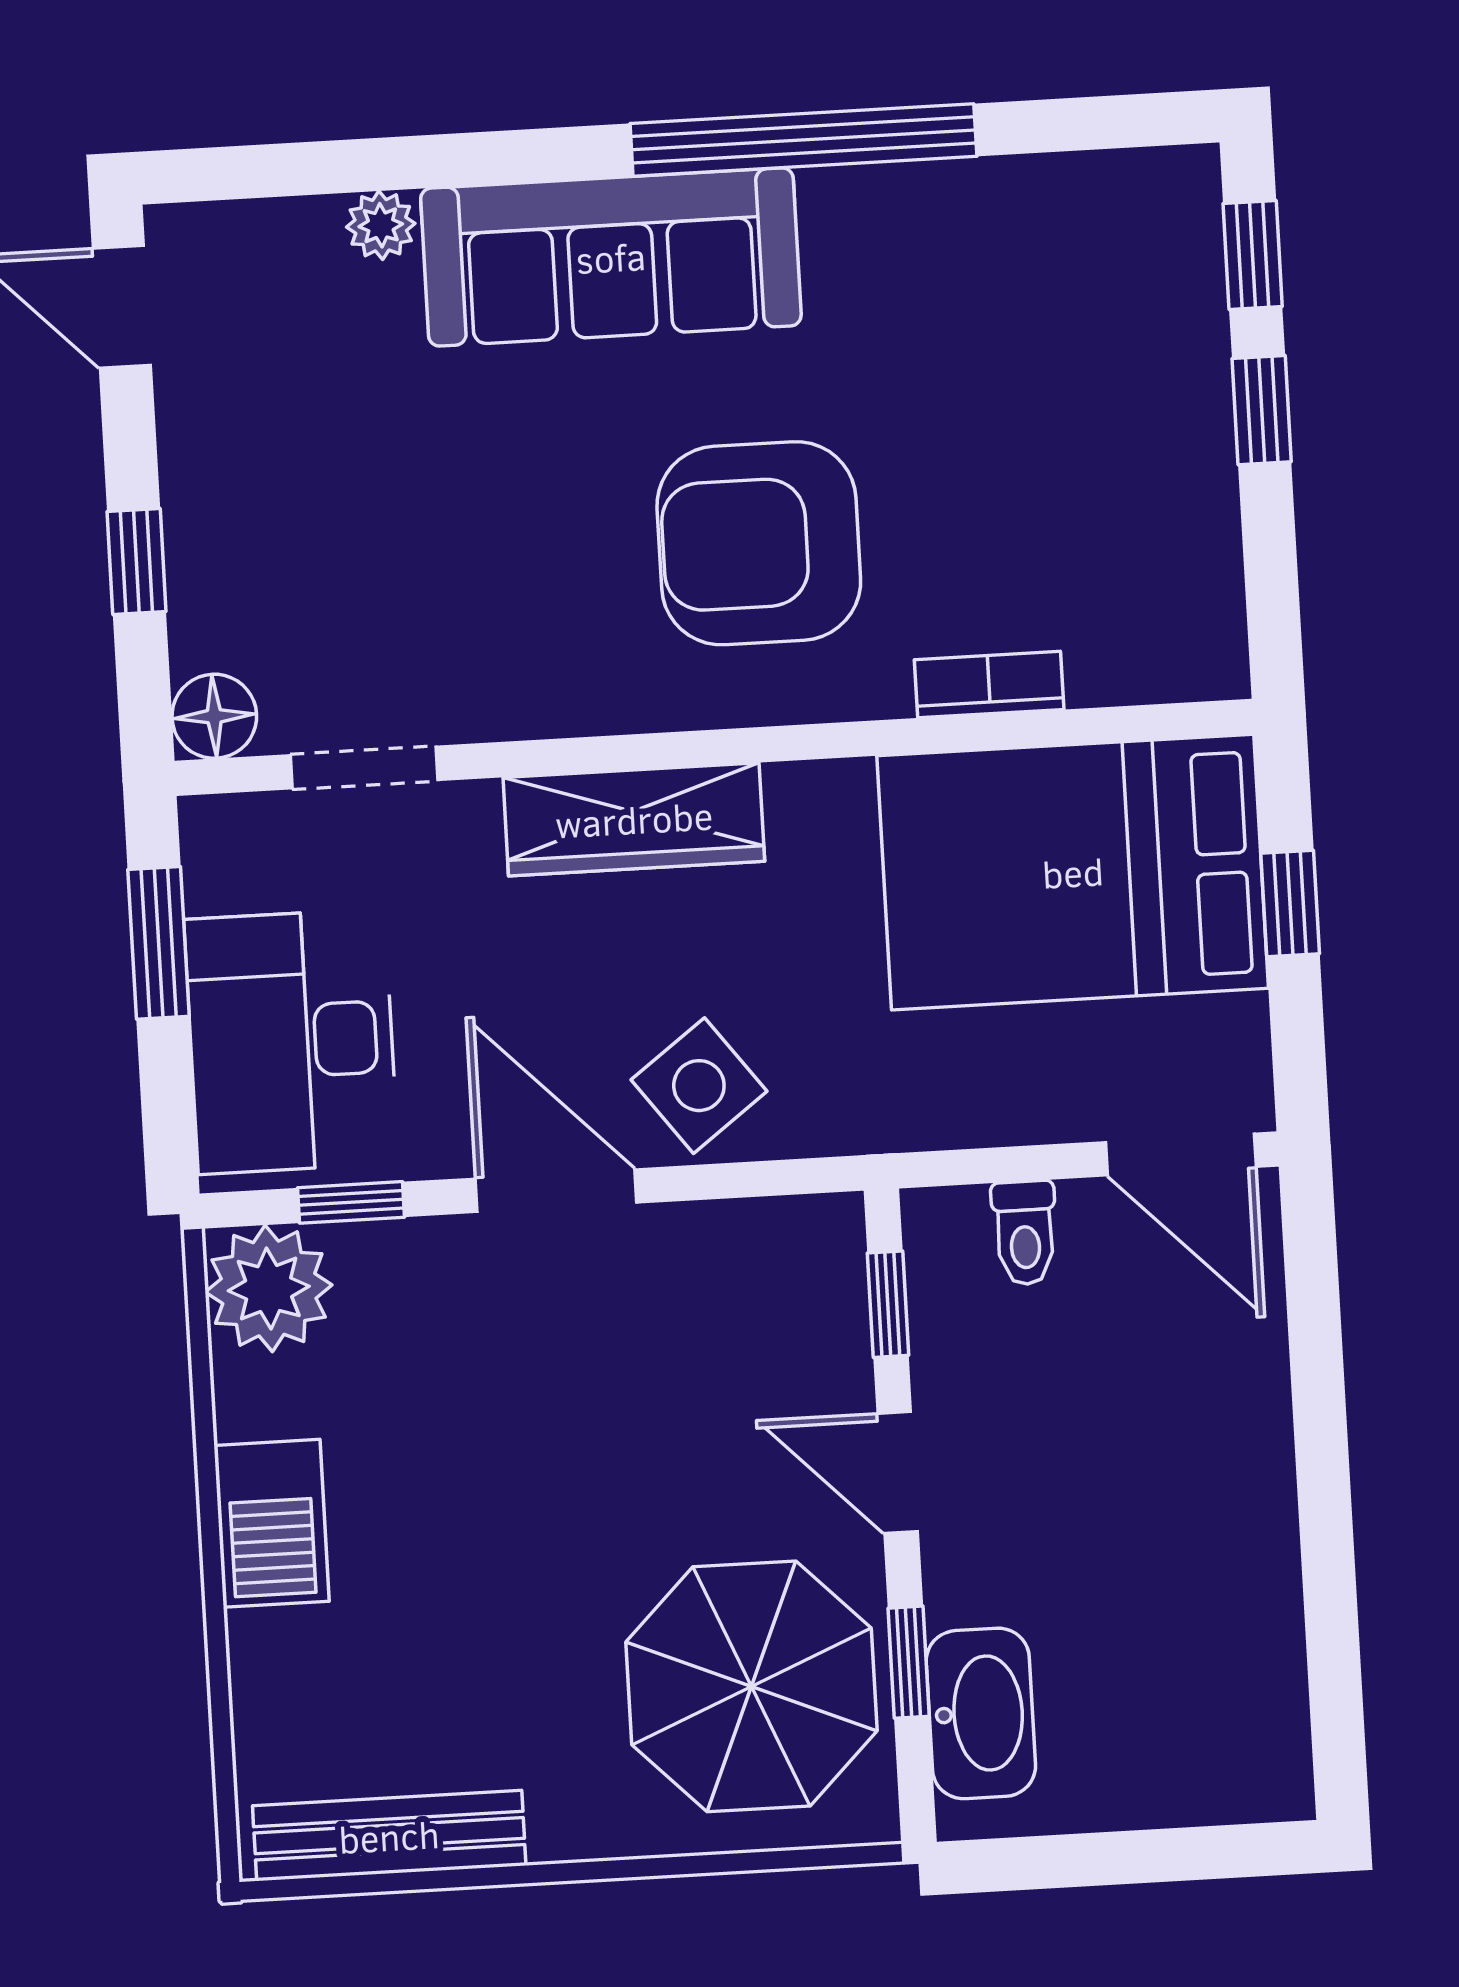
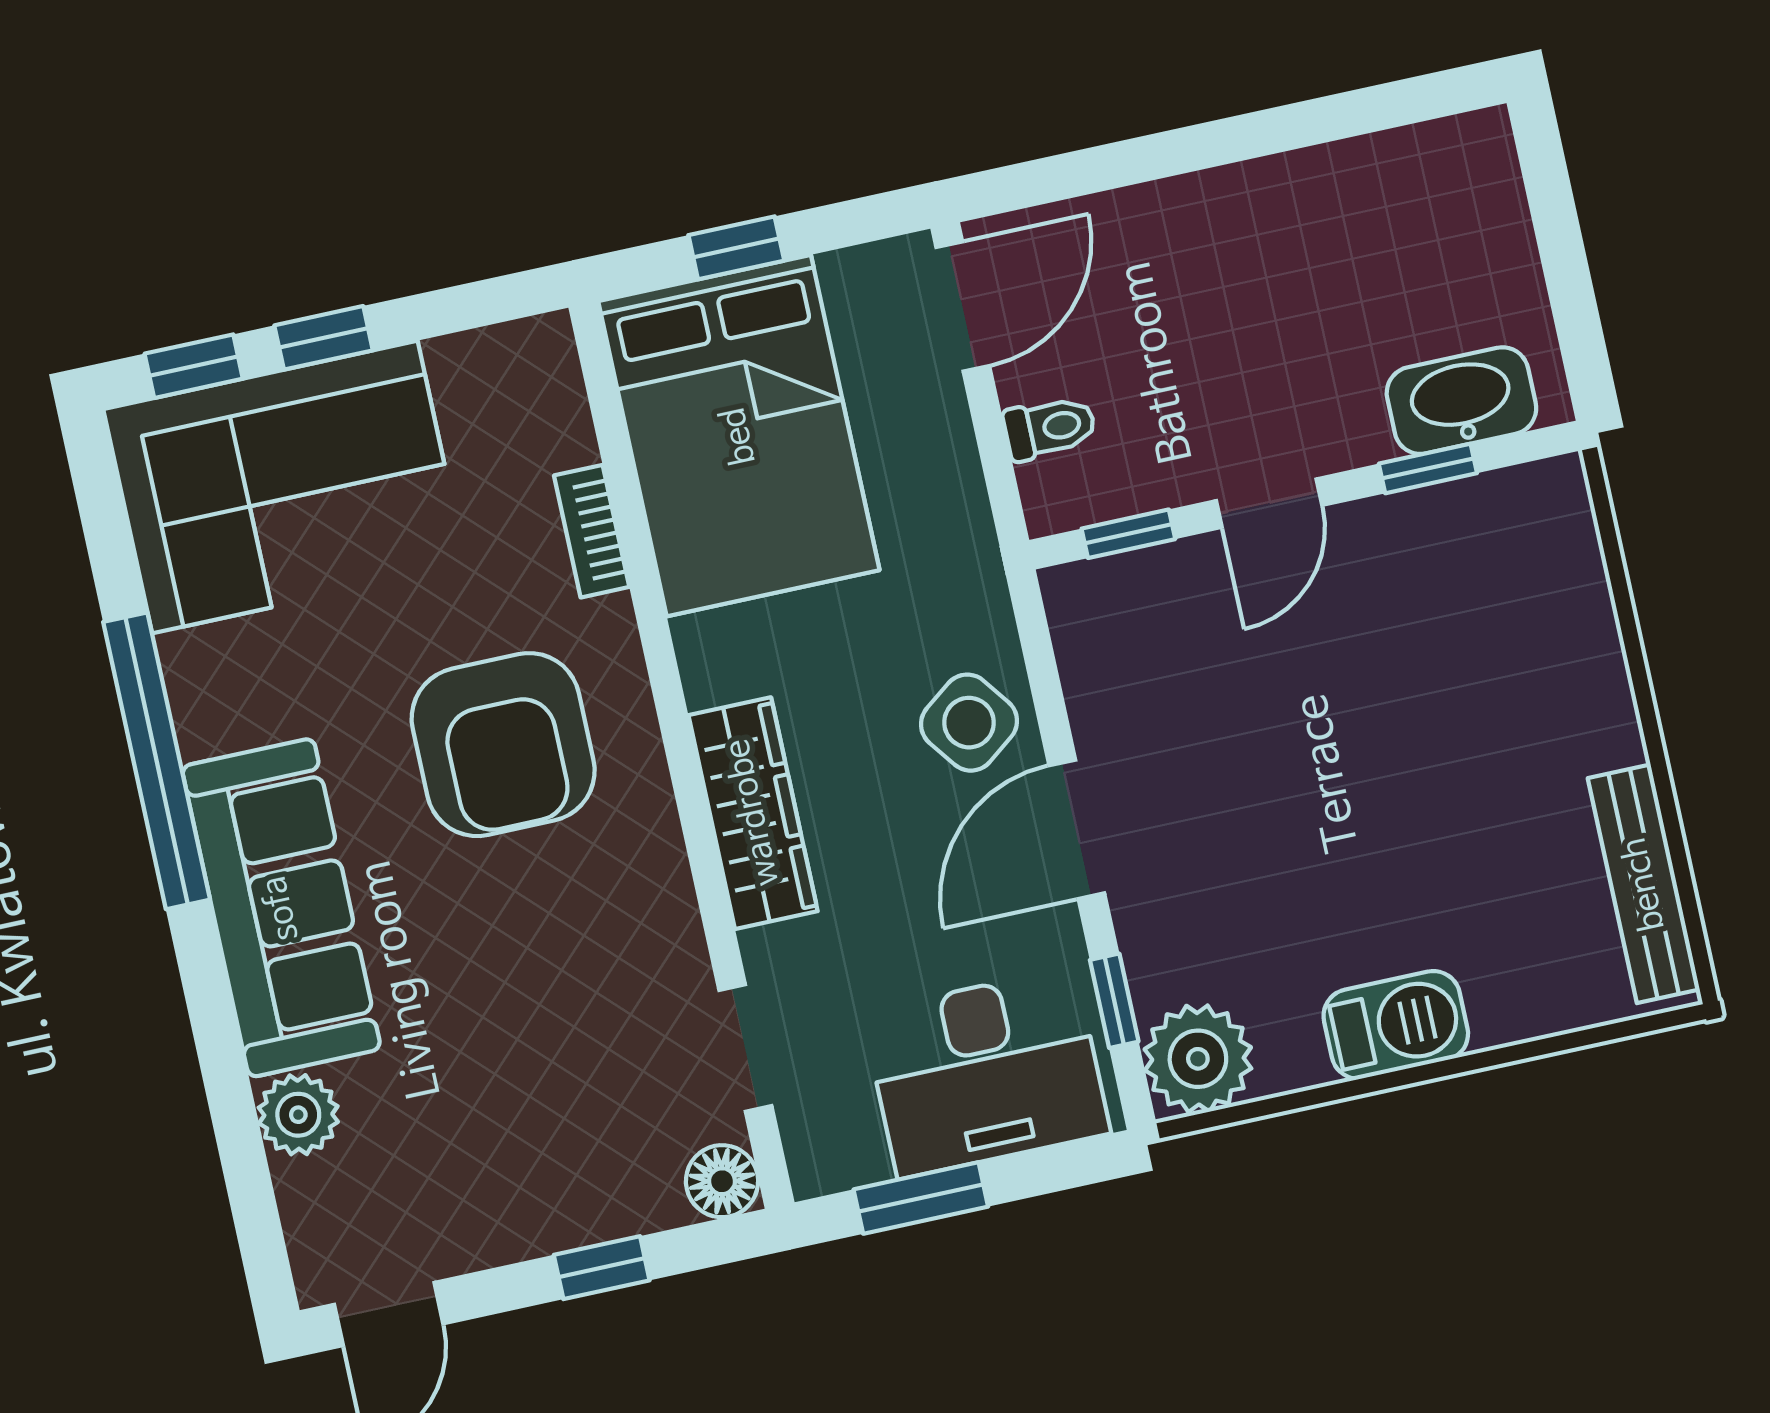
plant: (381, 225) -> (298, 1115), width x1.38, depth x1.38
corner sofa: (1096, 338) -> (285, 487), added
parasol: (752, 1686) -> (1469, 598), removed

